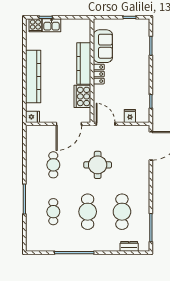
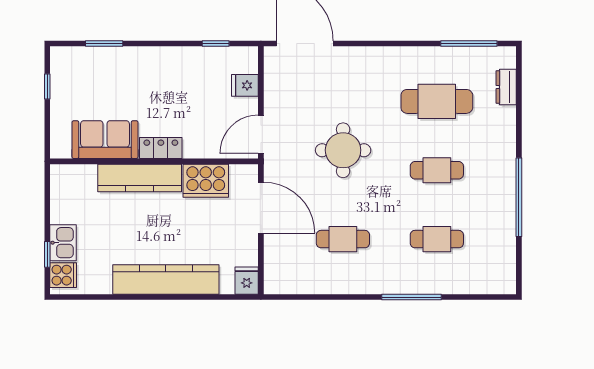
cafe table: (88, 212) -> (437, 170), width x0.73, depth x0.74

